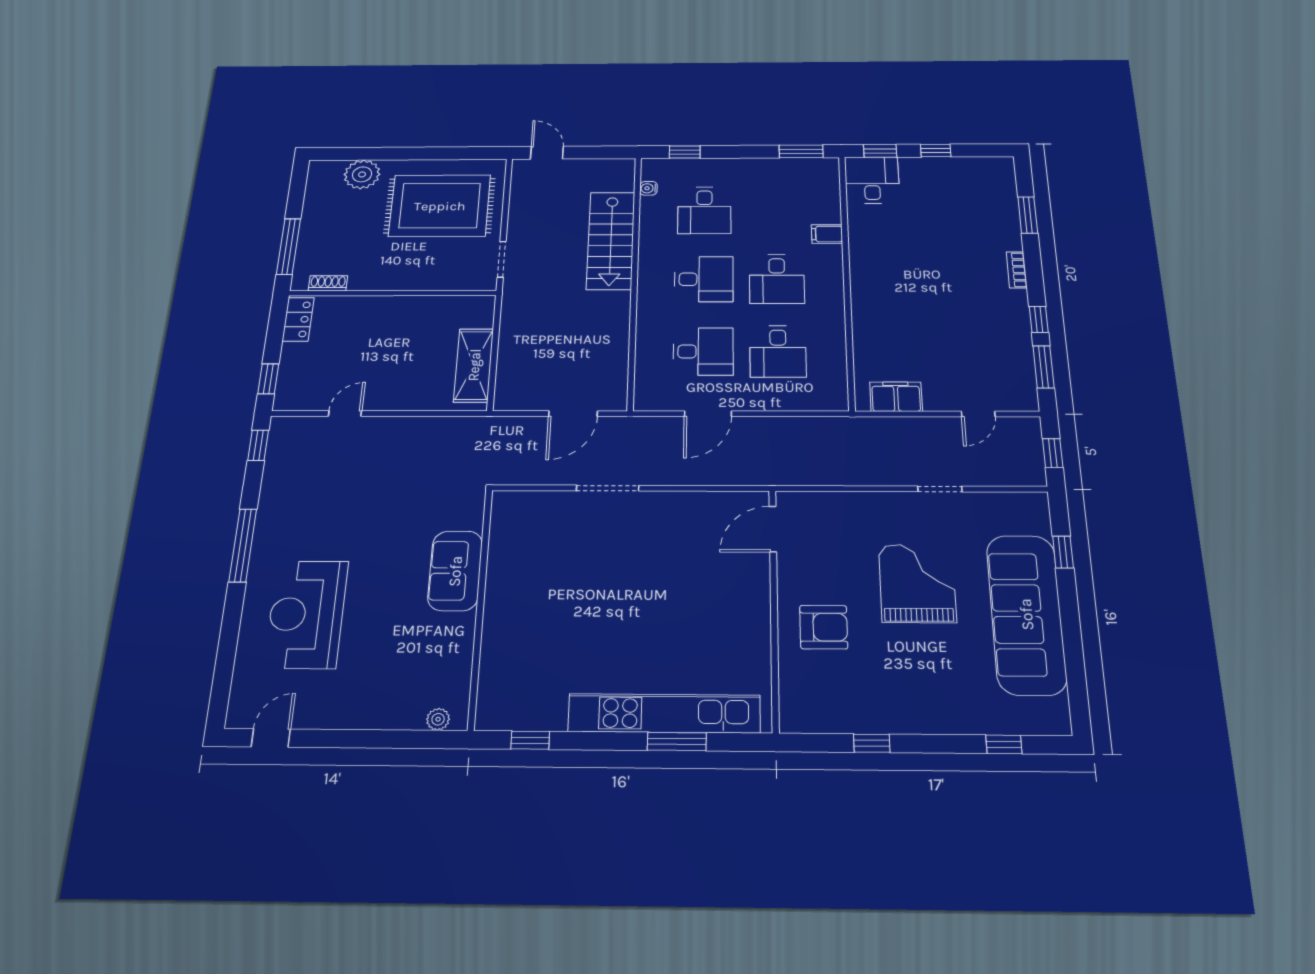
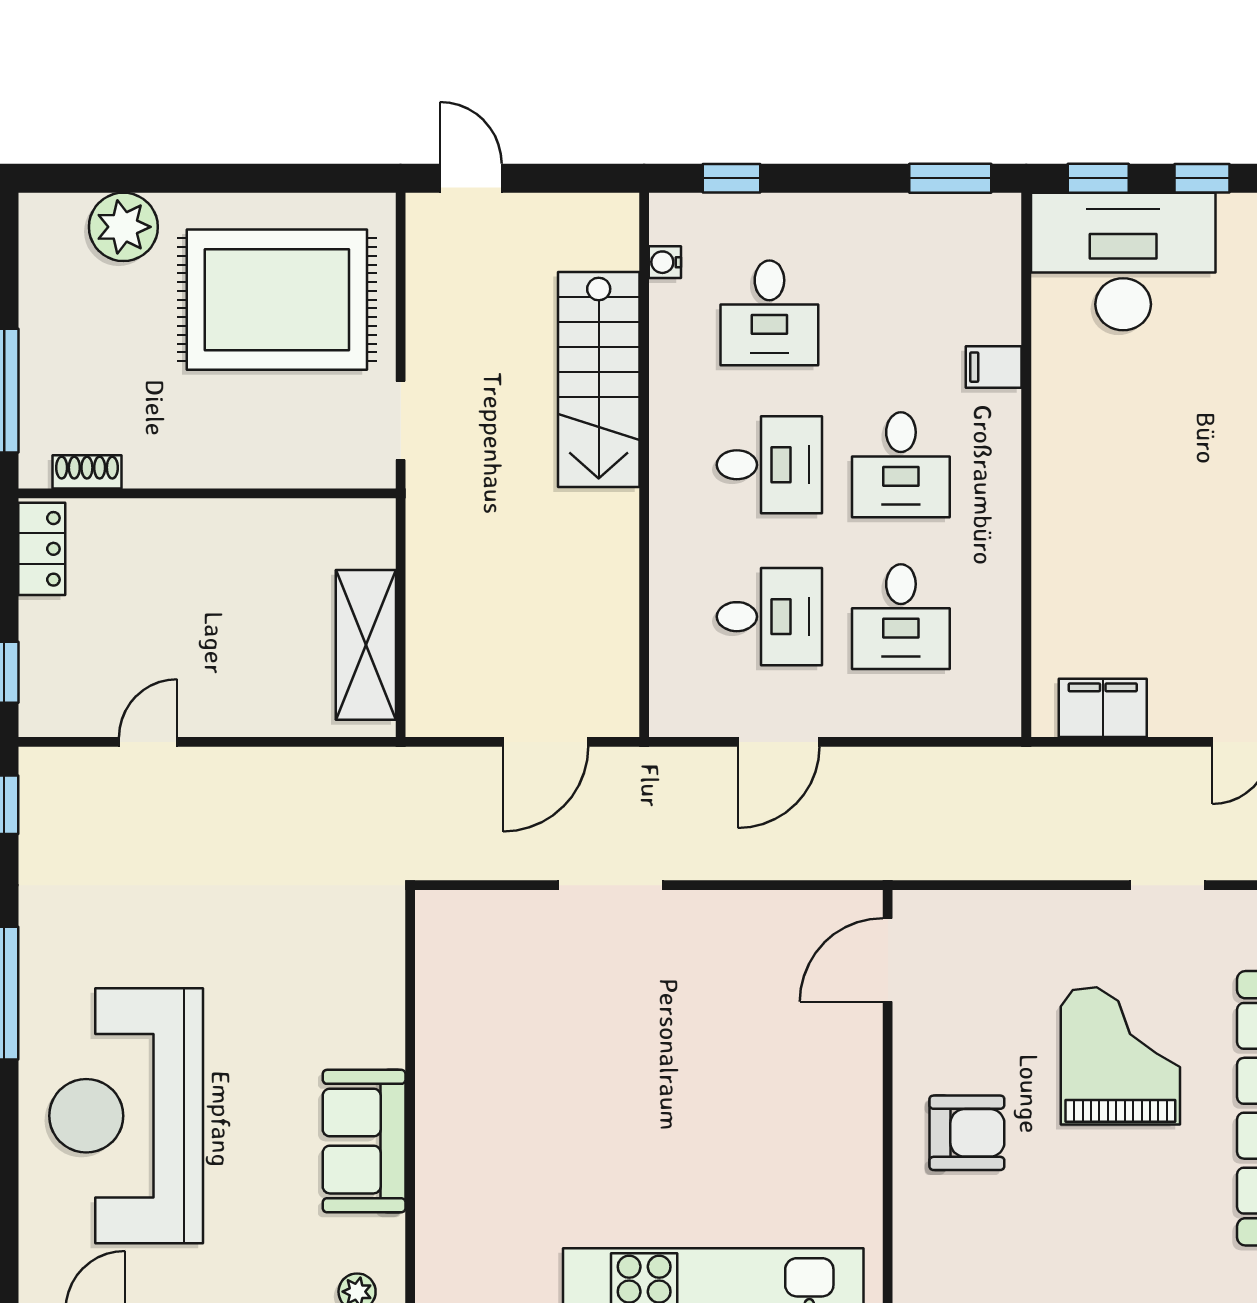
desk: (872, 180) -> (1123, 261), width x1.87, depth x1.30
sofa: (455, 571) -> (364, 1141), moved
reception desk: (306, 614) -> (126, 1116), width x1.36, depth x1.30

